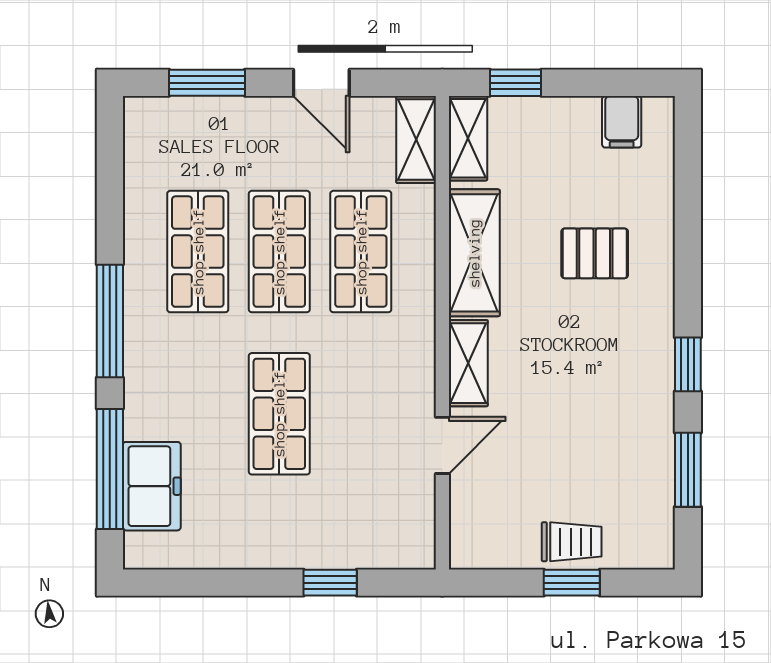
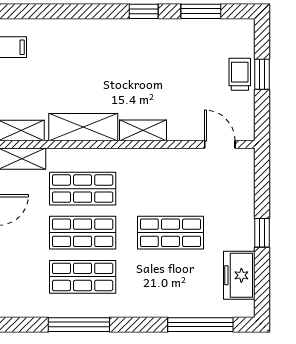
pallet: (595, 253) -> (84, 62), removed
window: (110, 321) -> (79, 325), moved
door: (442, 445) -> (220, 144), moved
freezer: (152, 486) -> (239, 275), moved, turned -90
window: (330, 583) -> (262, 233), moved

